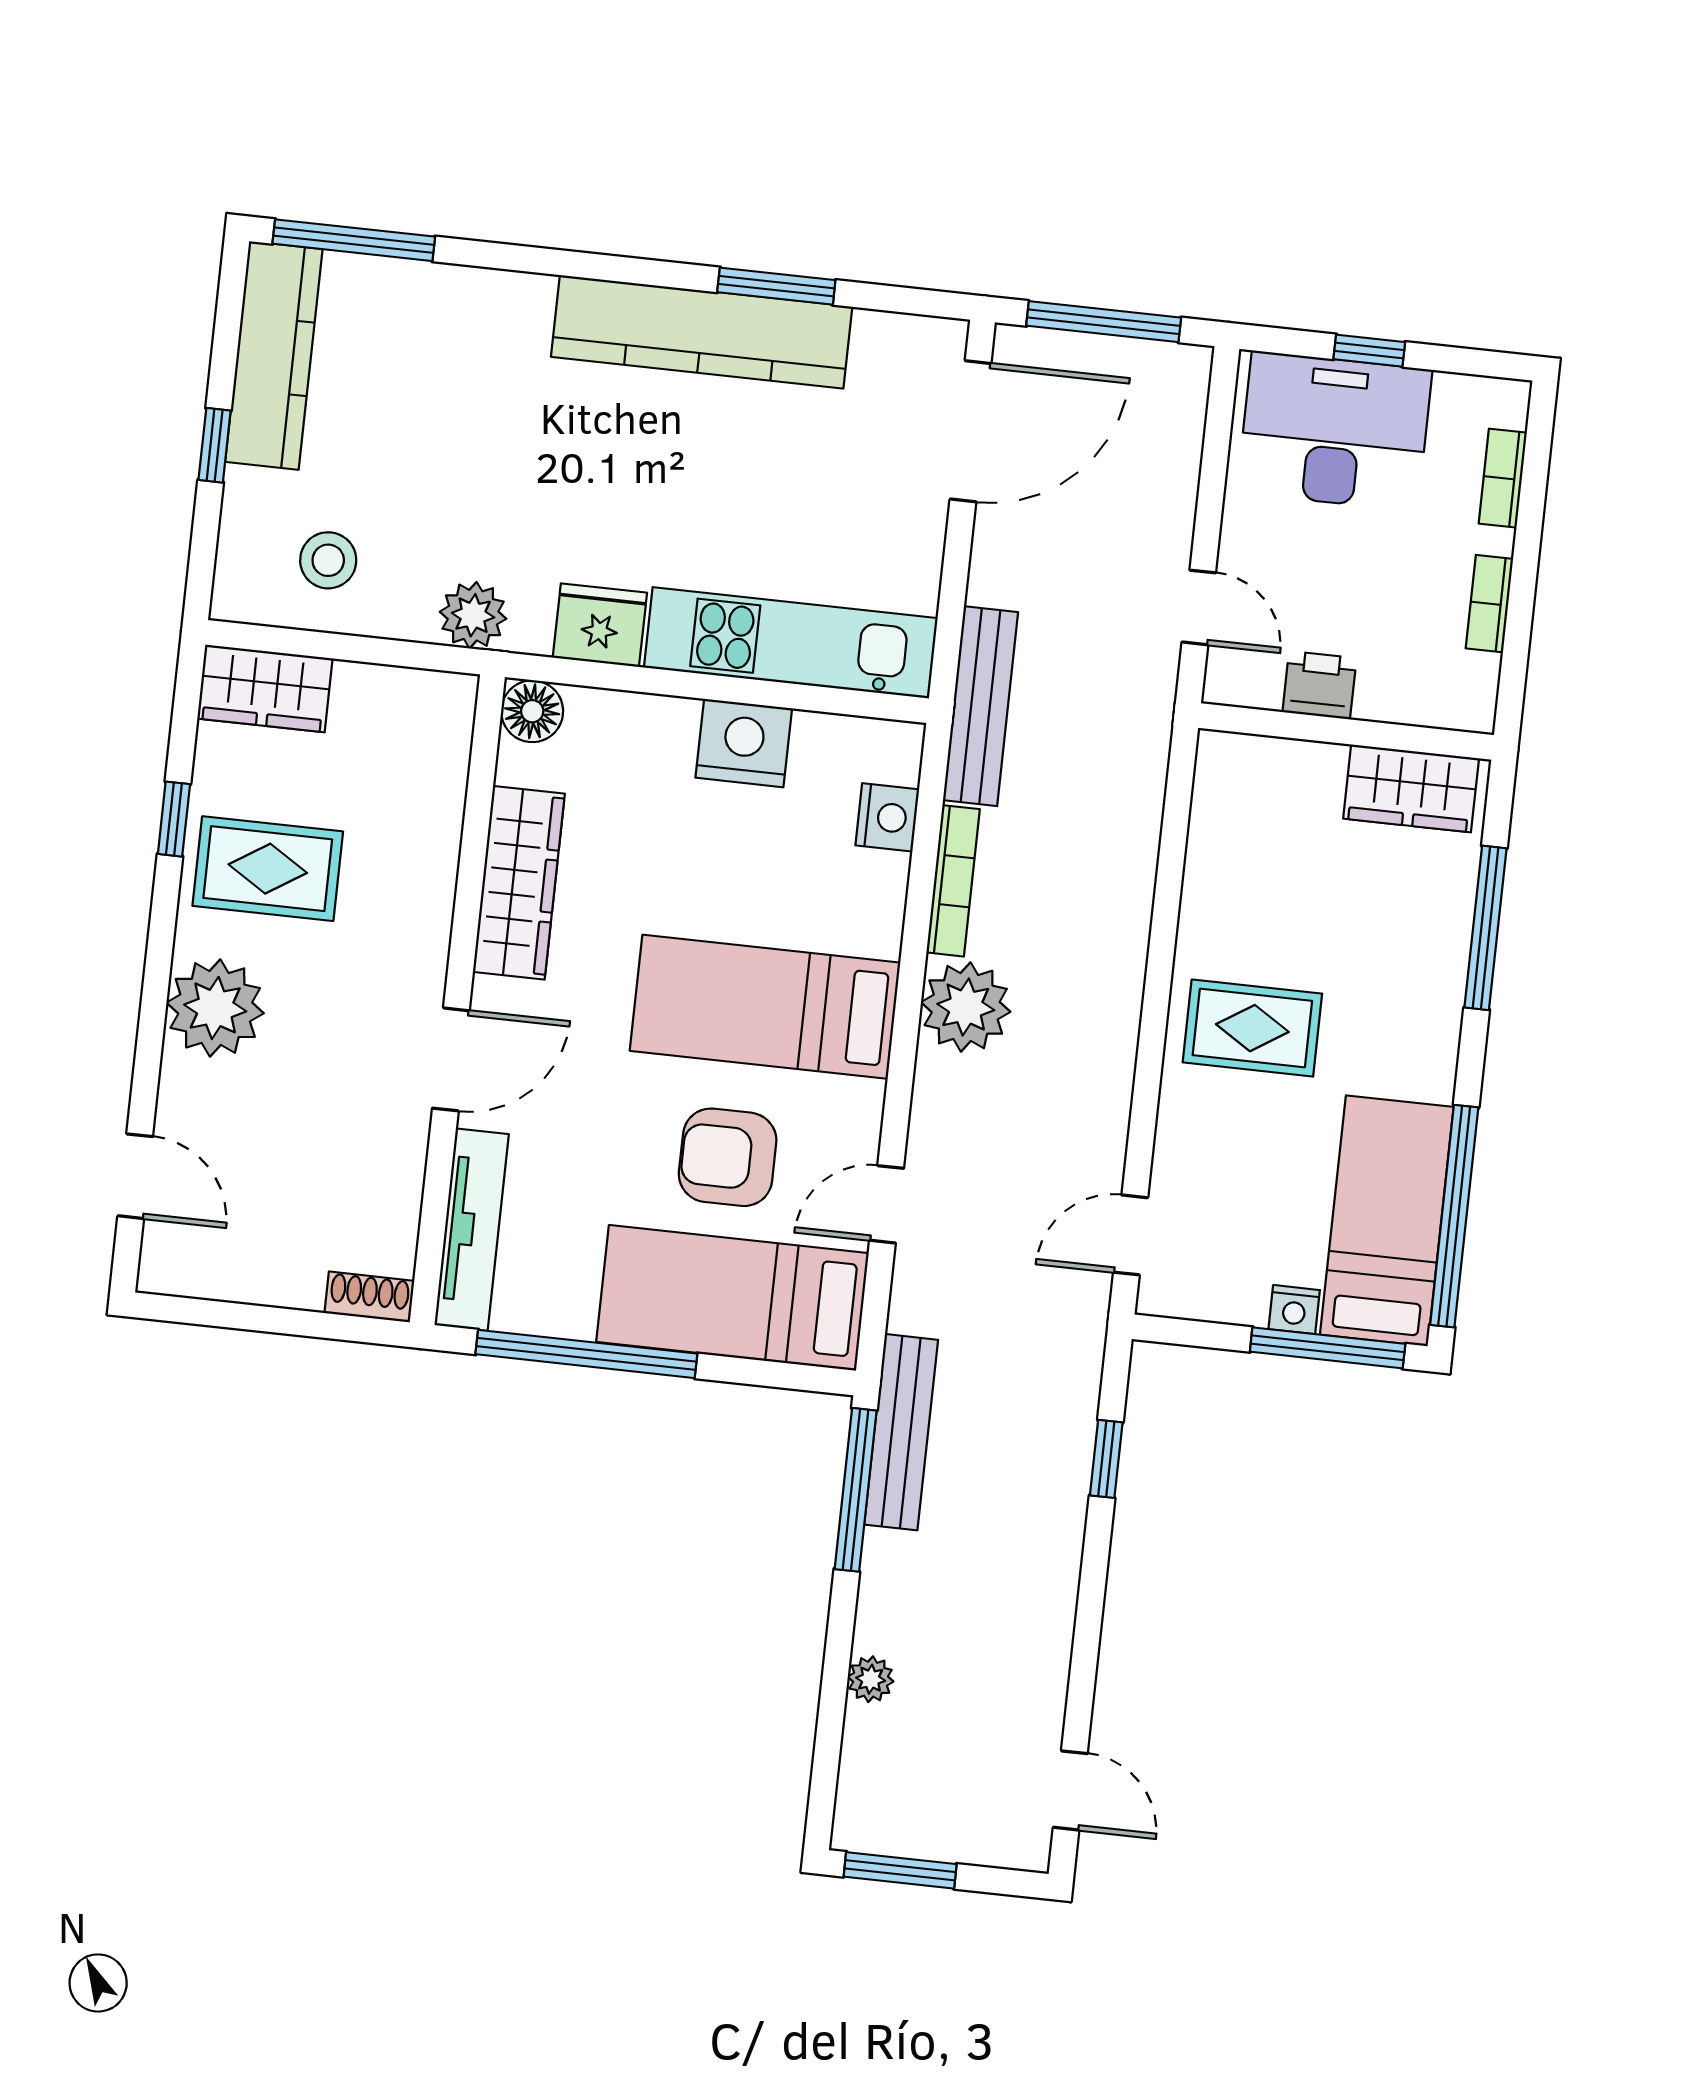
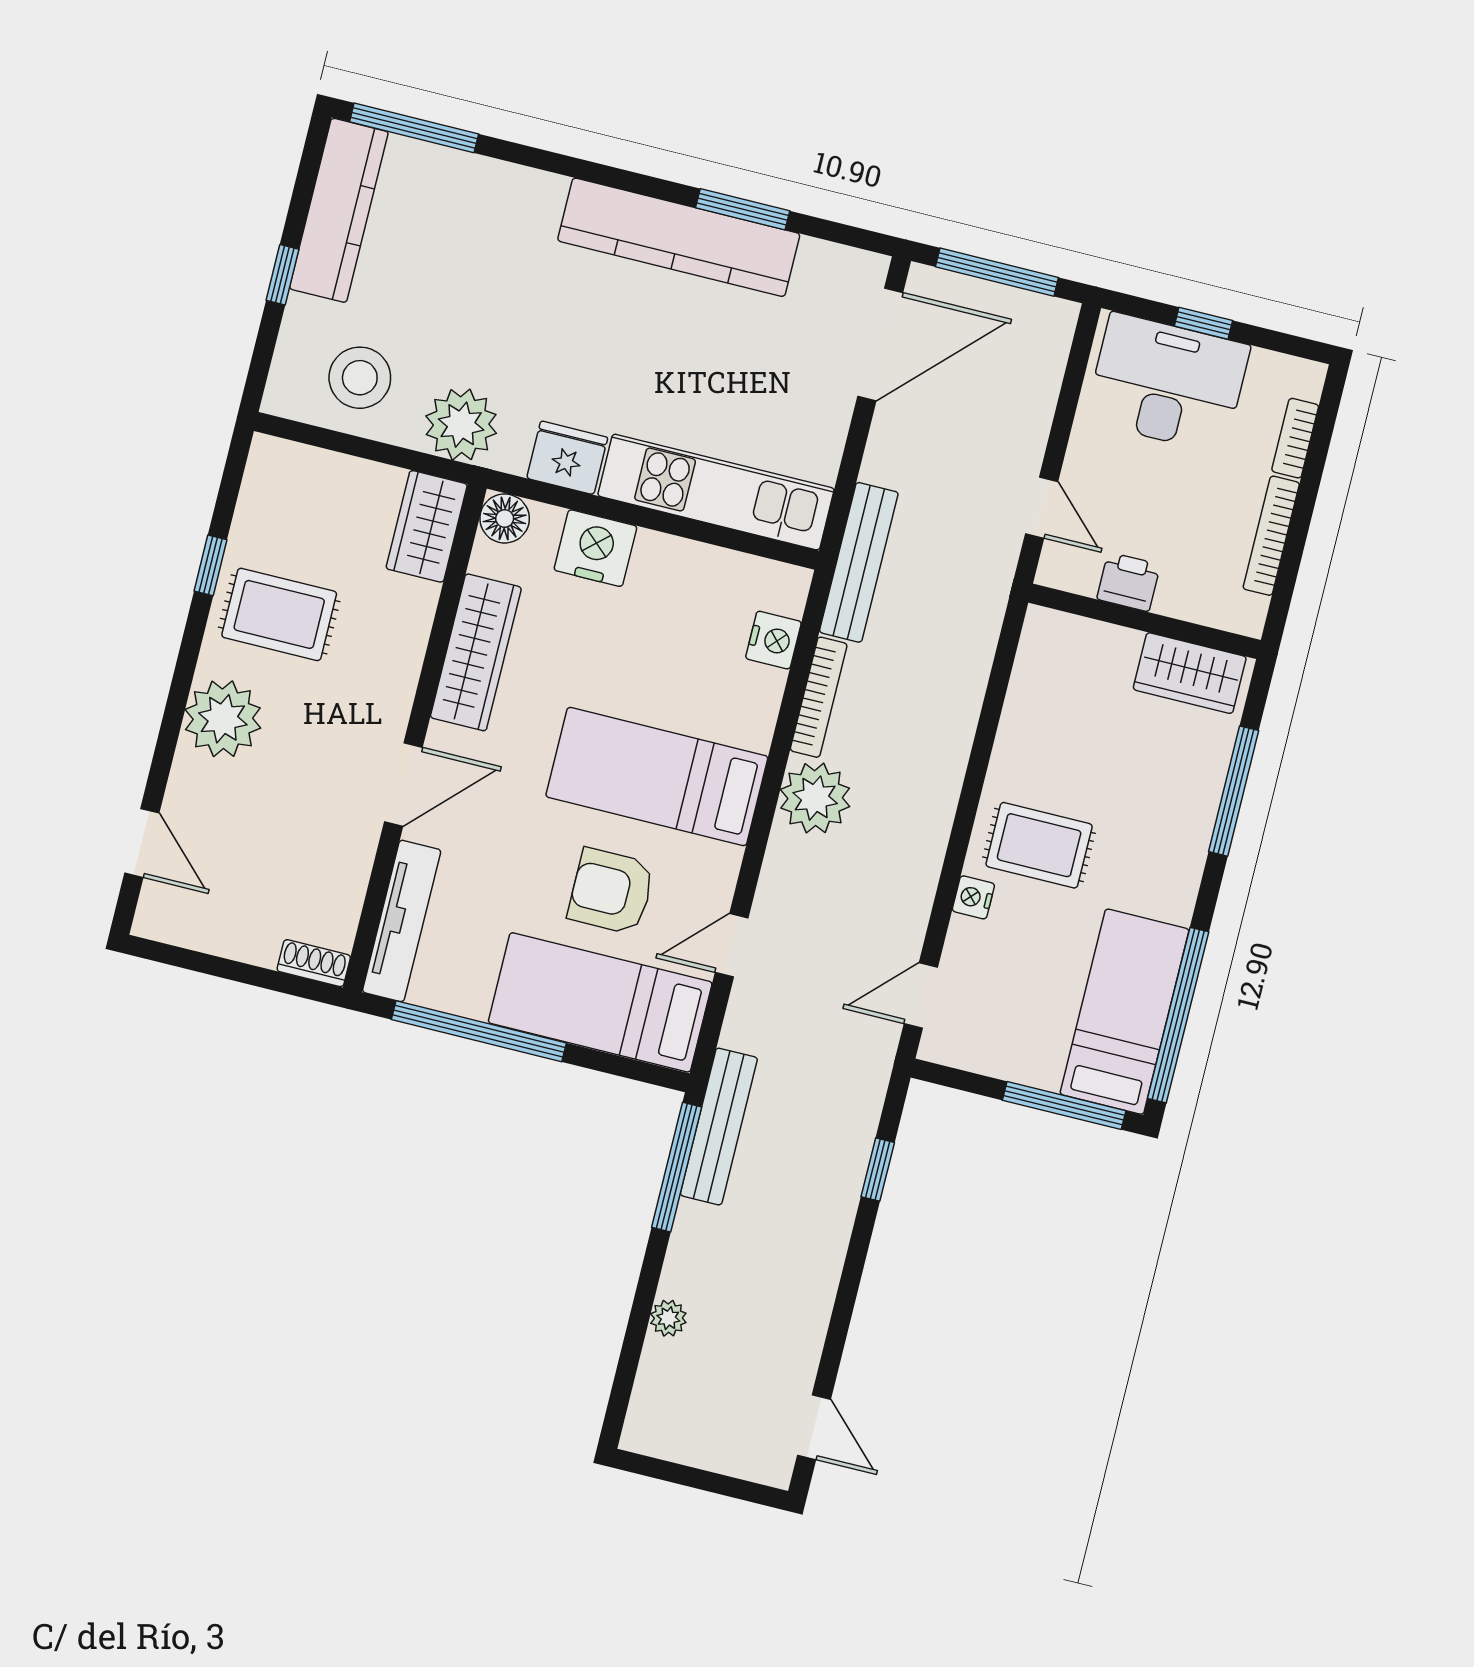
stool: (328, 560) -> (360, 378), width x1.38, depth x1.38
bookcase: (1489, 604) -> (1271, 536), width x1.56
plant: (473, 615) -> (461, 425), width x1.36, depth x1.36
wardrobe: (265, 688) -> (427, 526), moved, turned 90
nightstand: (744, 743) -> (595, 548), moved
nightstand: (1294, 1310) -> (973, 897), moved, turned 90
window: (900, 1870) -> (671, 1472), removed

